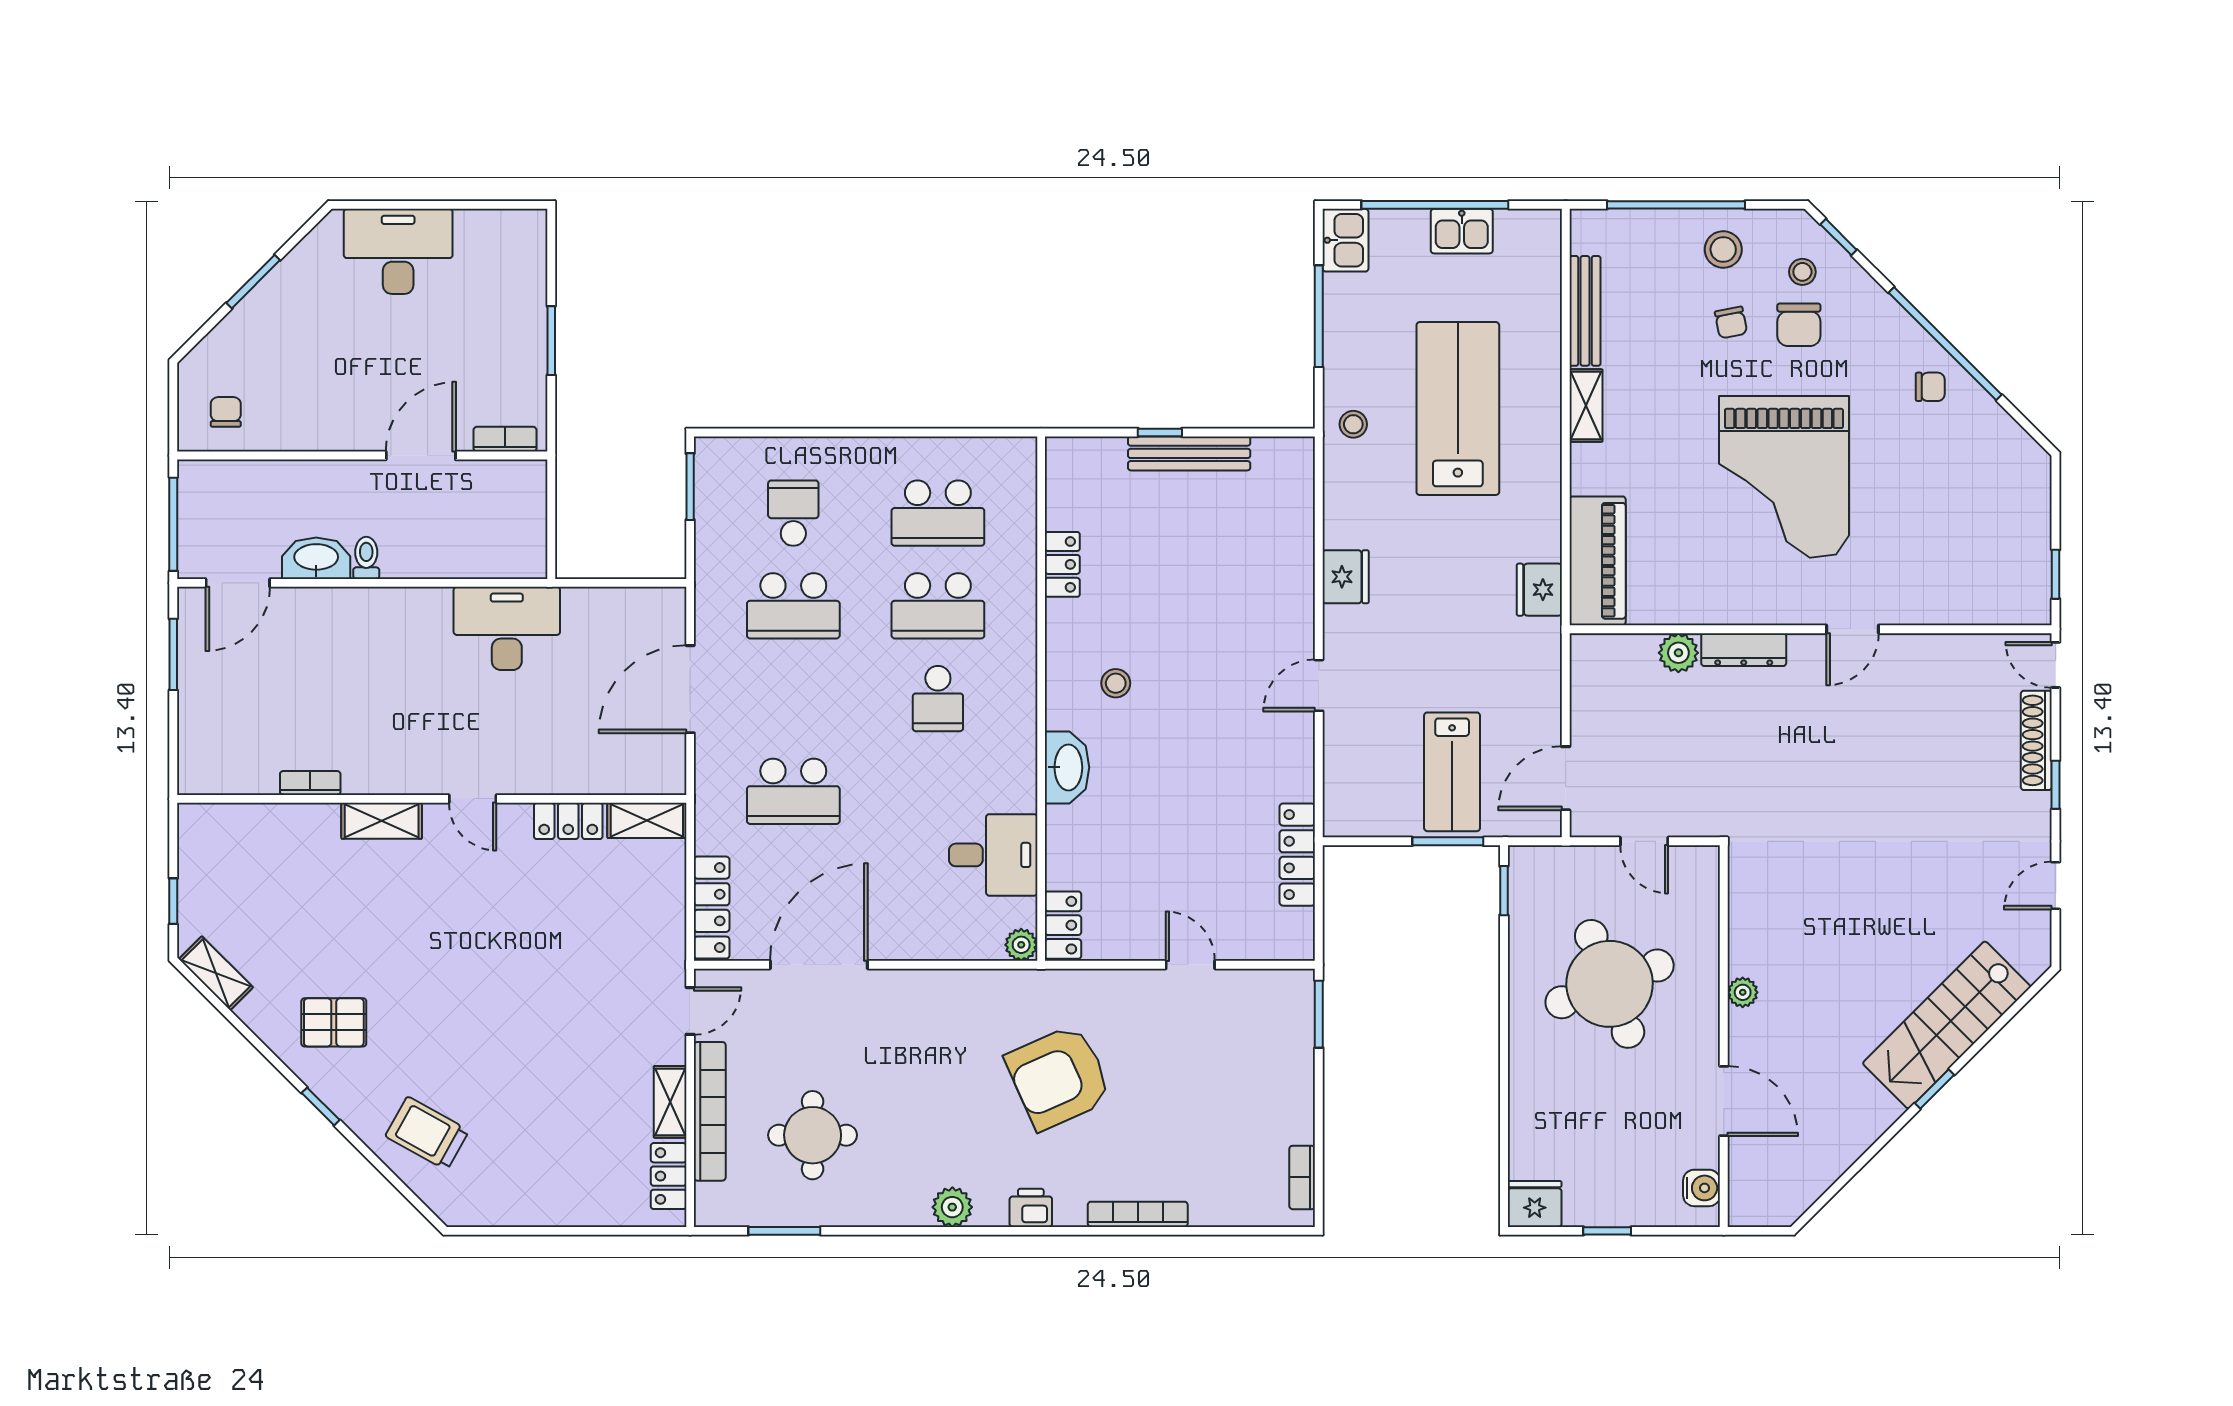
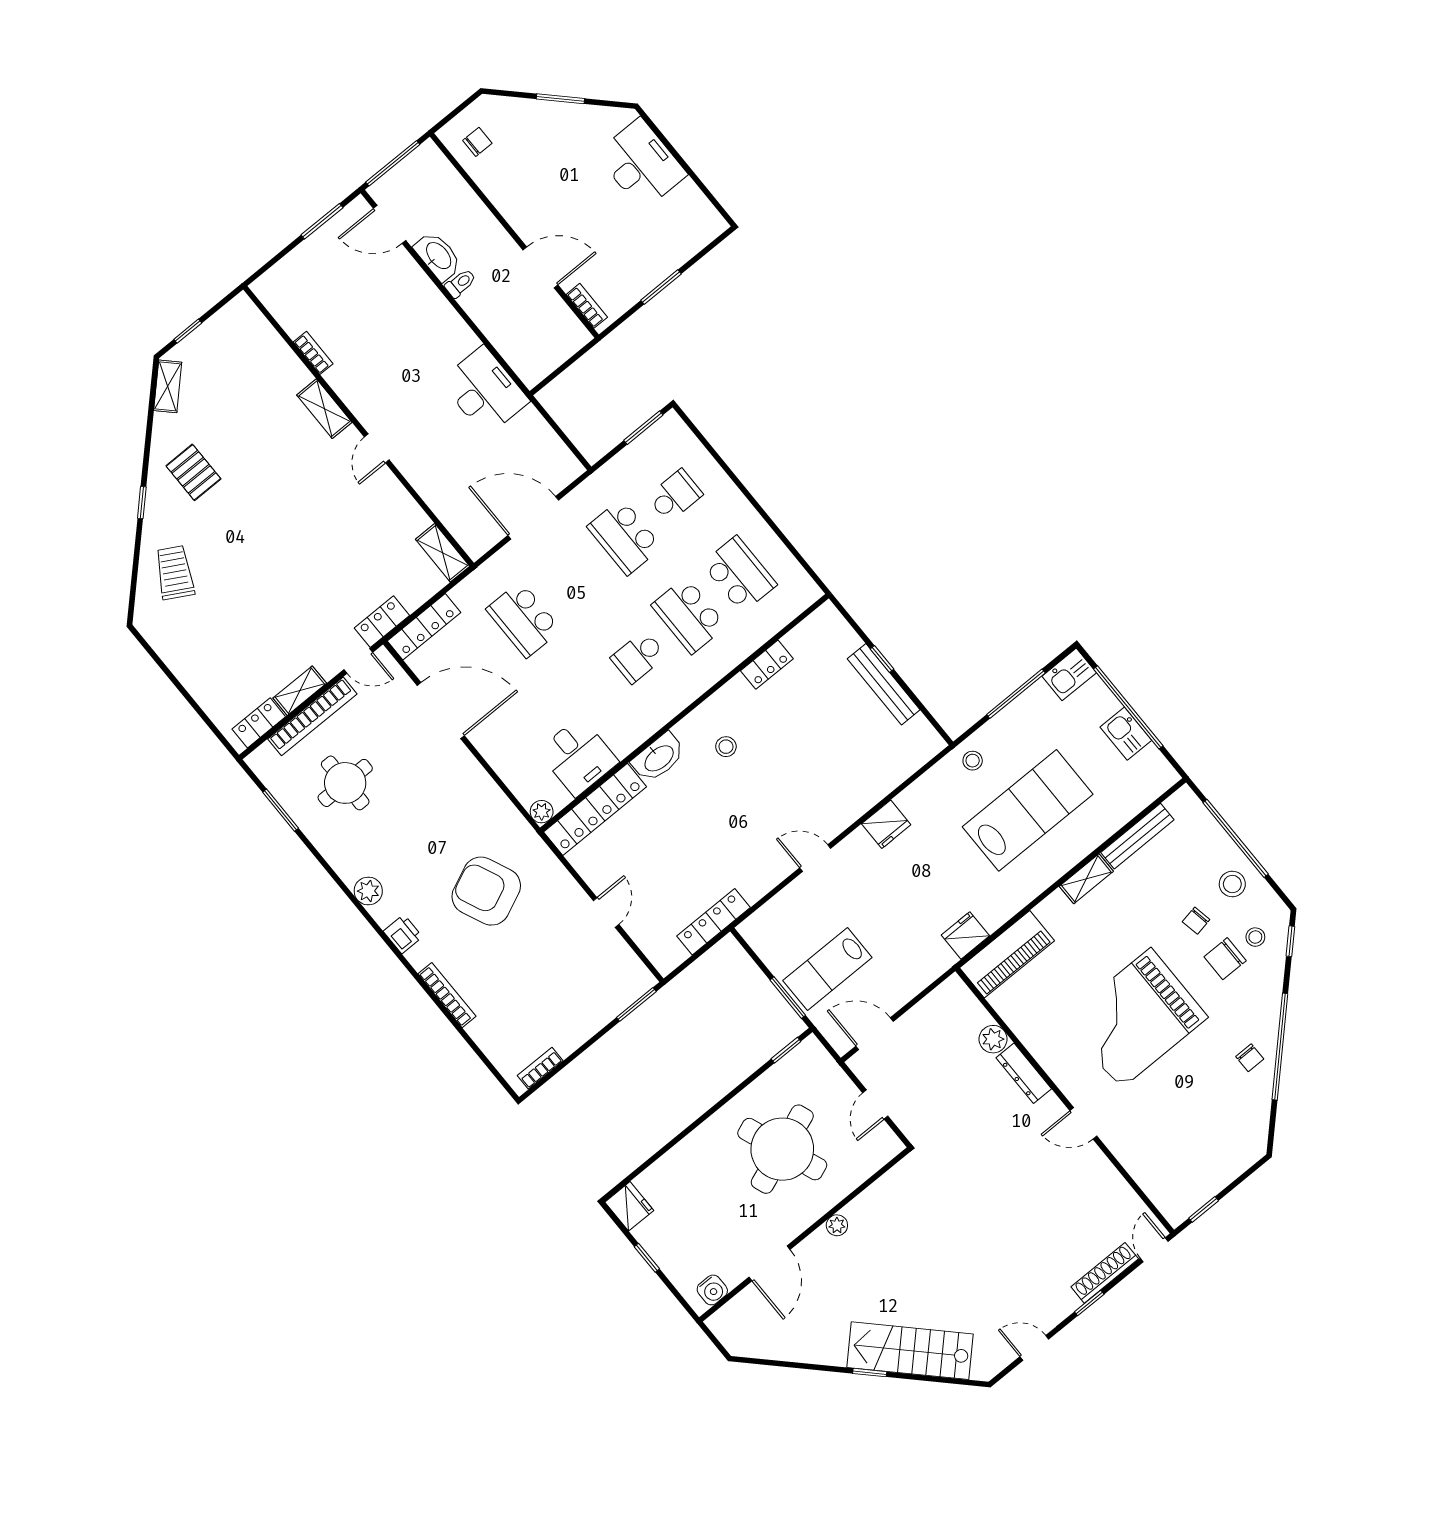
school desk: (938, 513) -> (739, 574), turned 180
locker: (568, 821) -> (382, 622), moved, turned 90
locker: (1063, 925) -> (595, 809), width x2.16, depth x1.21

